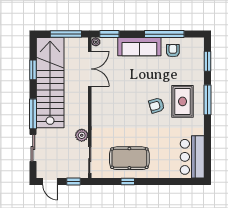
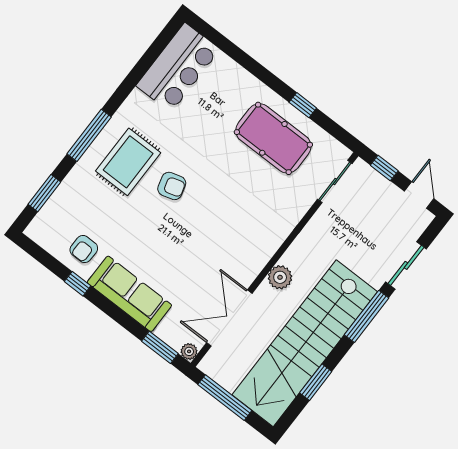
window: (164, 34) -> (78, 284), width x0.32
plant: (82, 135) -> (280, 277), moved

